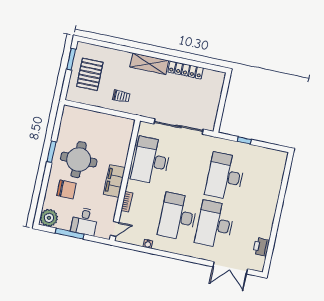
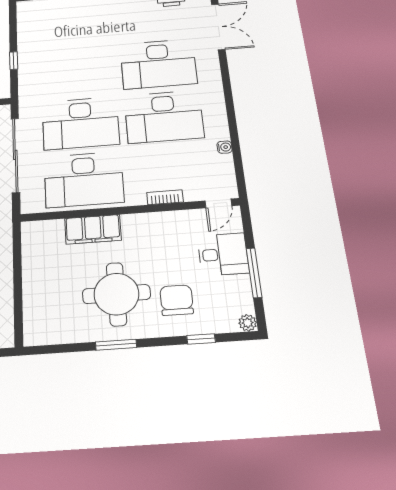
desk: (225, 176) -> (81, 123), moved
filing cabinet: (114, 181) -> (93, 229), moved
window: (42, 195) -> (201, 339), added
plant: (49, 218) -> (248, 323), width x0.53, depth x0.53
door: (115, 229) -> (218, 203), swing flipped

